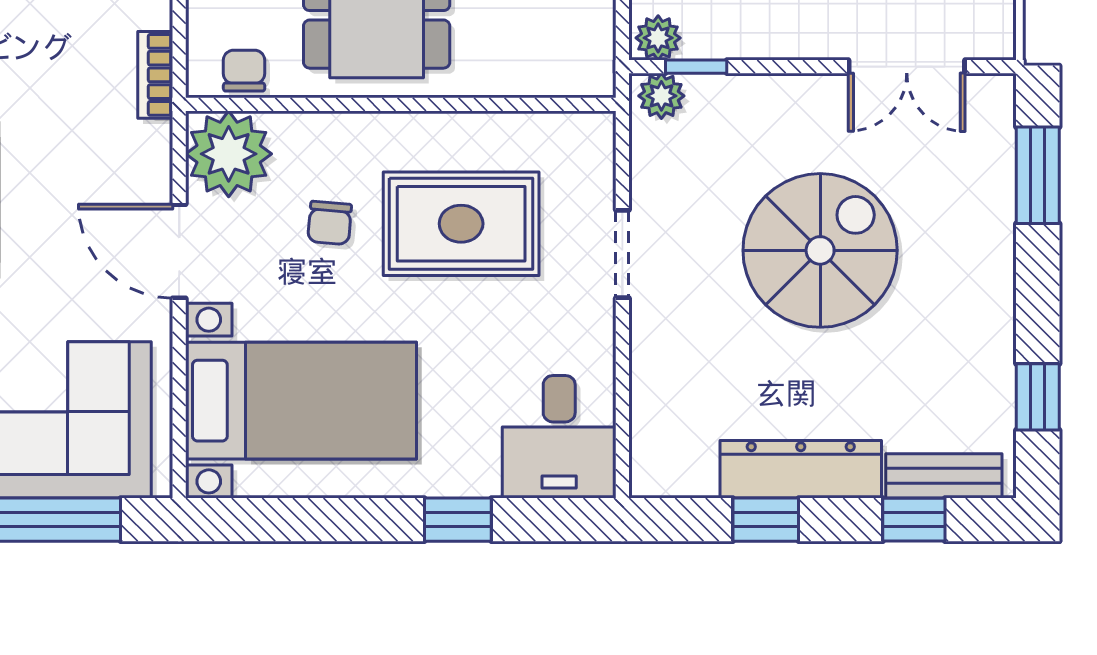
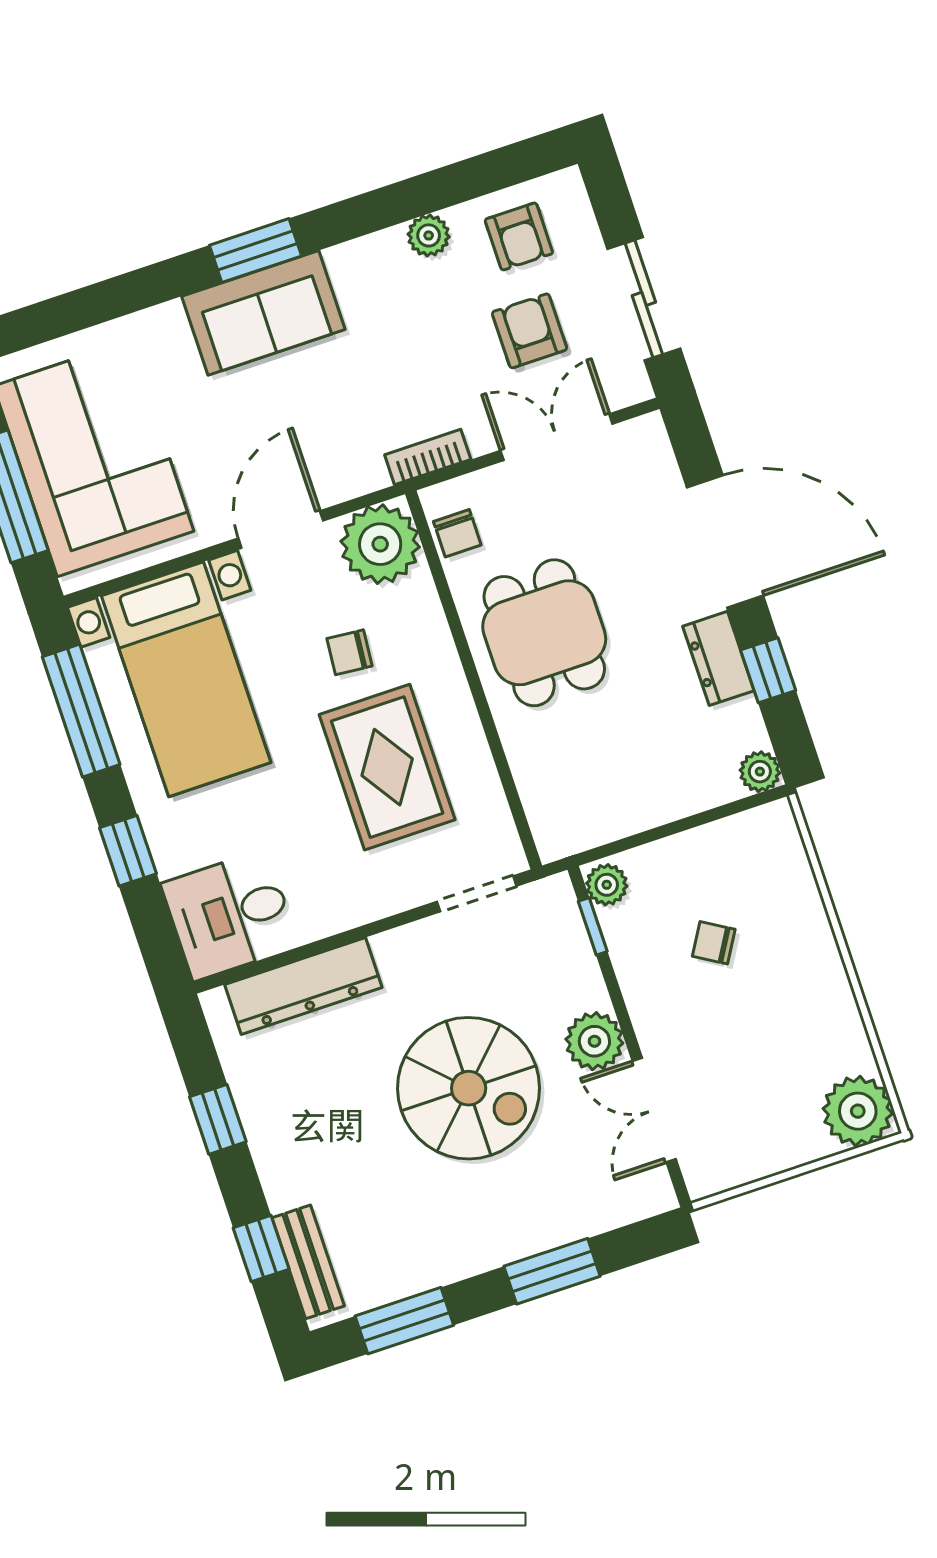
chair: (244, 71) -> (457, 533), turned 90
plant: (661, 96) -> (594, 1041), moved, width x1.38, depth x1.38
window: (1038, 175) -> (552, 1271), moved
doorway: (622, 254) -> (477, 894), moved
window: (1038, 397) -> (404, 1321), width x1.50
dresser: (801, 469) -> (303, 986), moved, turned 90
window: (297, 520) -> (81, 711), added

